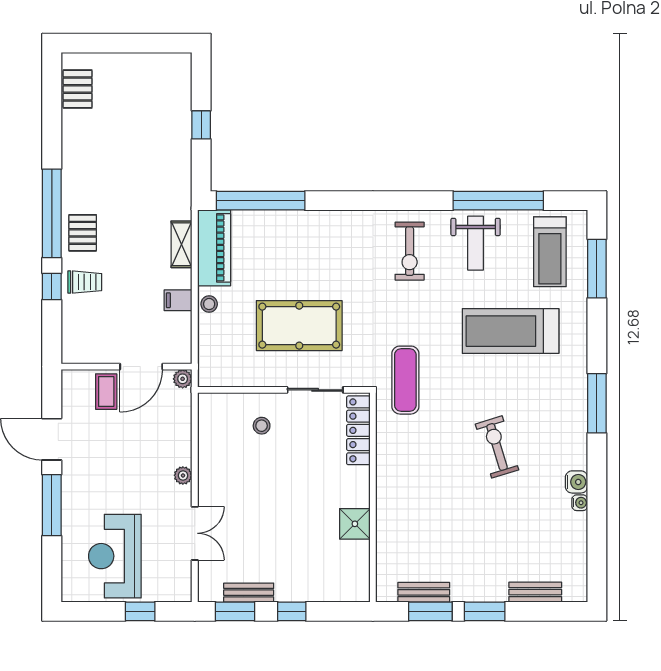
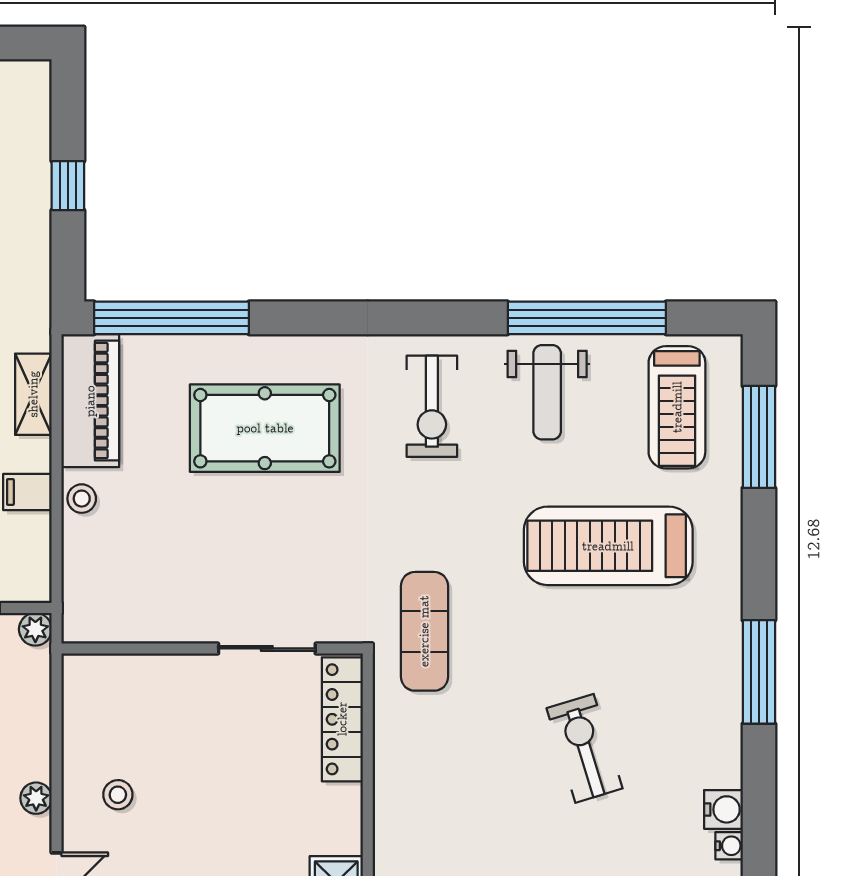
pool table: (299, 326) -> (265, 428), moved
stool: (262, 426) -> (118, 795), moved

